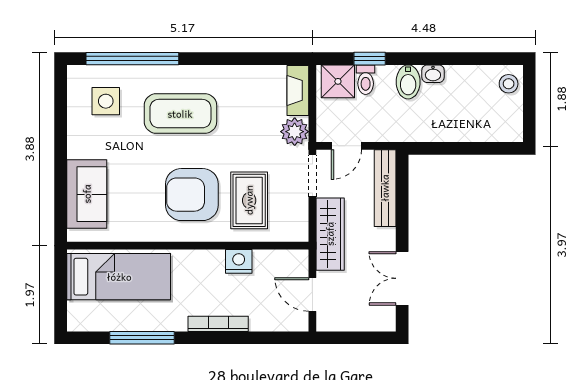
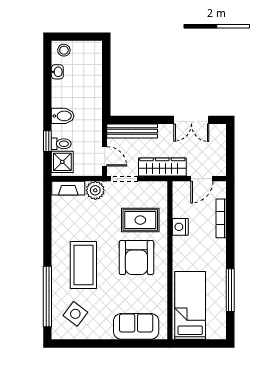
washbasin: (433, 74) -> (57, 72), moved
side table: (106, 101) -> (75, 314), turned 37
bookcase: (218, 324) -> (221, 218), moved

